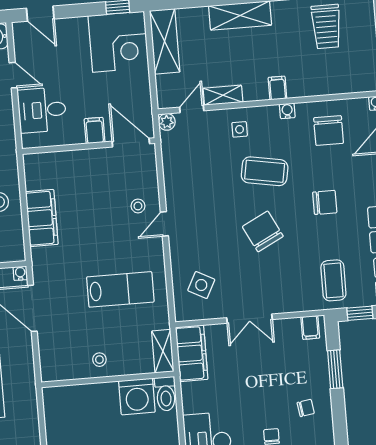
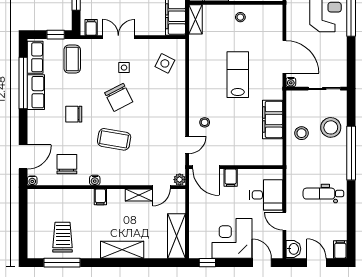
corner desk: (118, 42) -> (232, 238), moved
side table: (240, 129) -> (124, 68), moved
door: (164, 224) -> (187, 145), moved
lab bench: (120, 289) -> (238, 75), moved, turned 90
double door: (250, 319) -> (118, 37), moved

